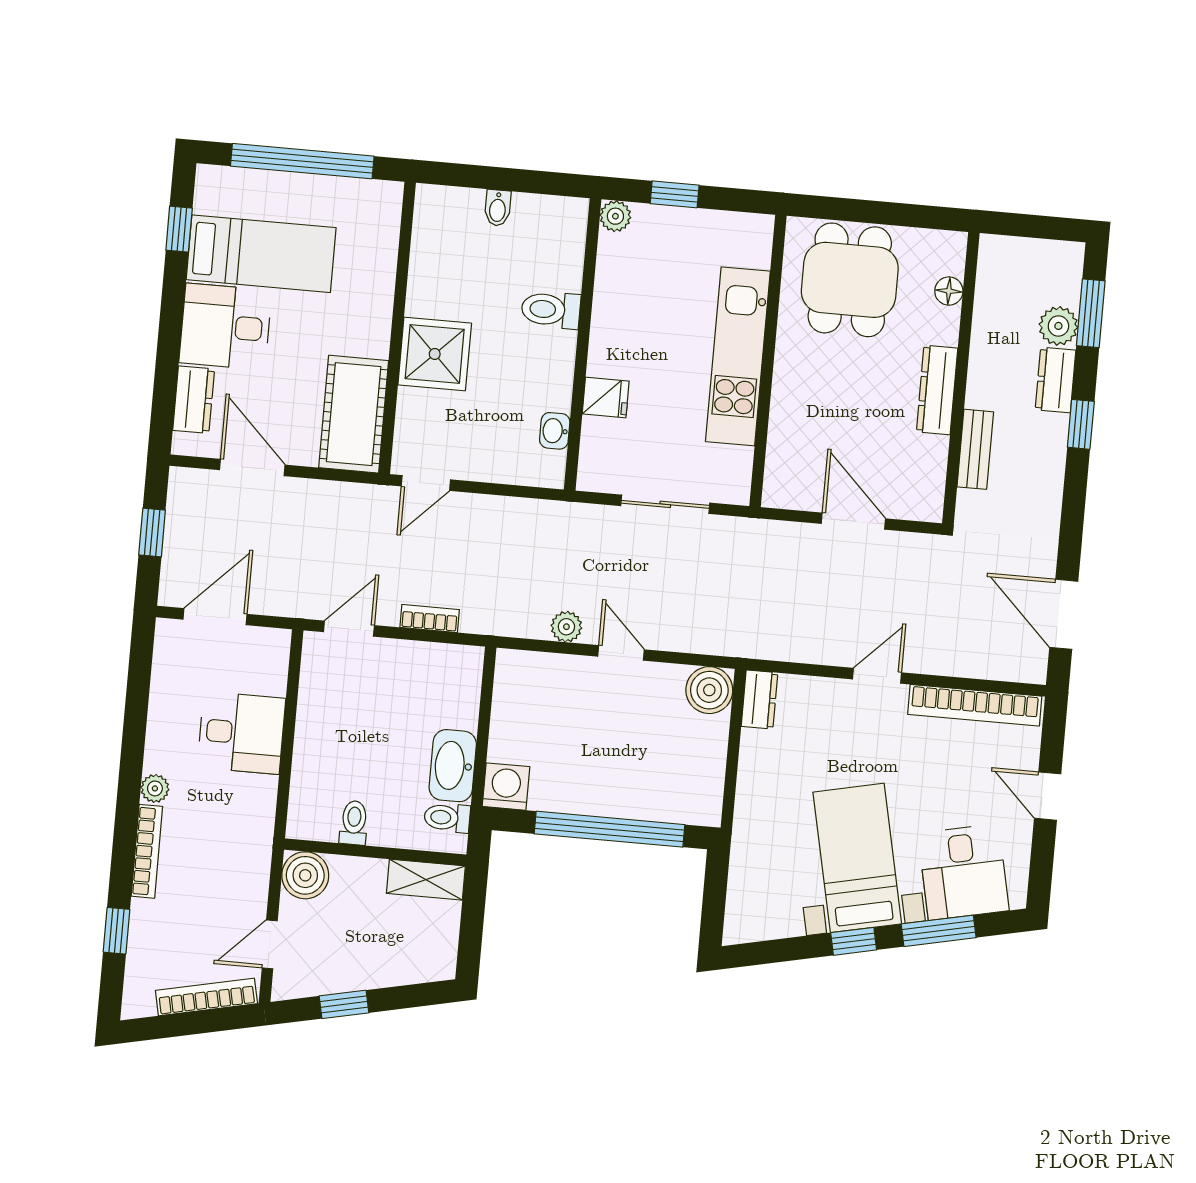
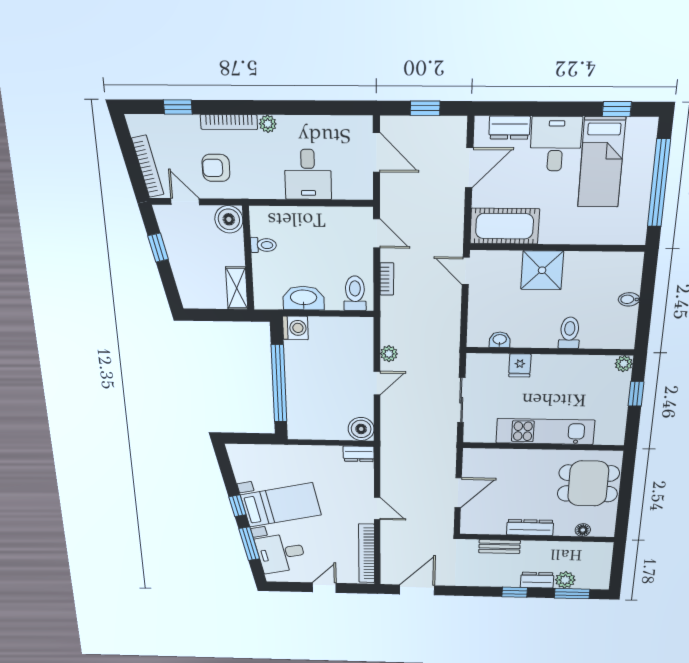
toilet: (447, 818) -> (355, 293), moved, width x1.37, depth x1.39
armchair: (218, 884) -> (216, 168), added

